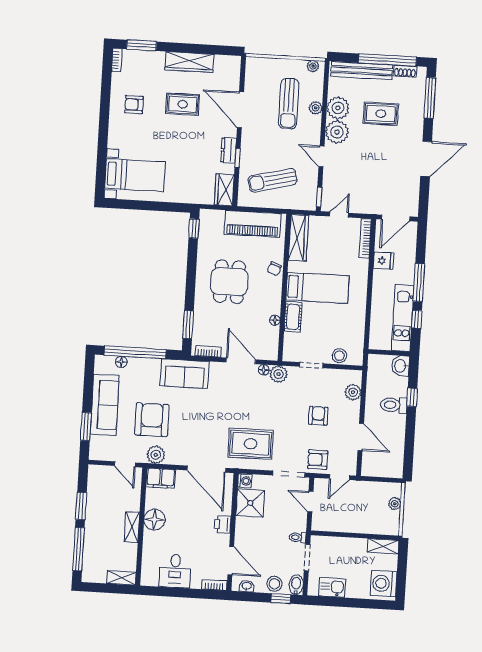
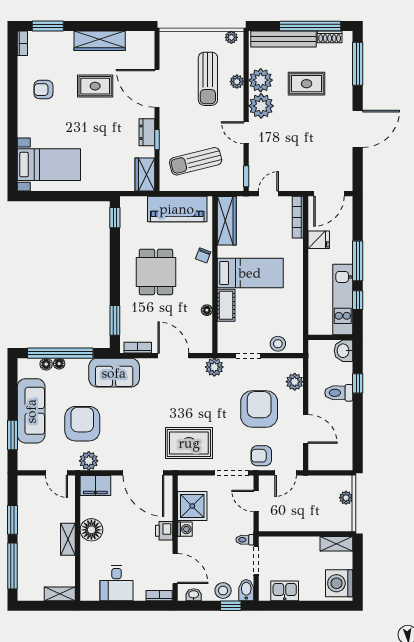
floor lamp: (264, 370) -> (59, 364), moved
armchair: (318, 416) -> (259, 409), width x1.88, depth x1.88
washing machine: (245, 481) -> (185, 529), moved

